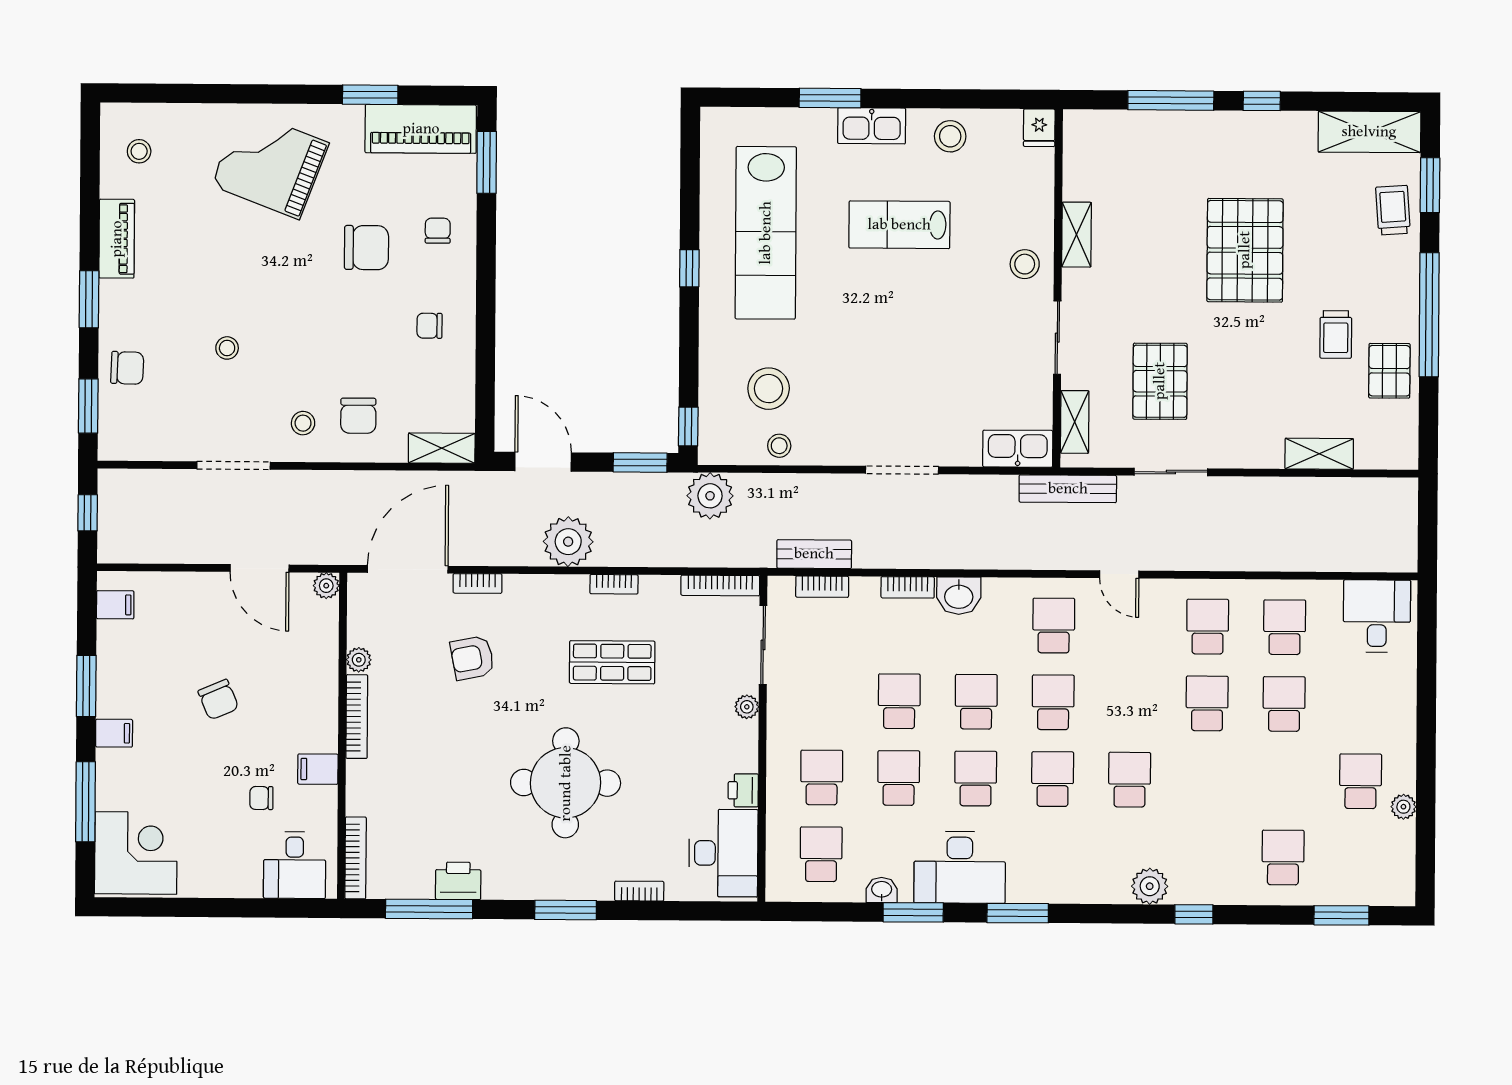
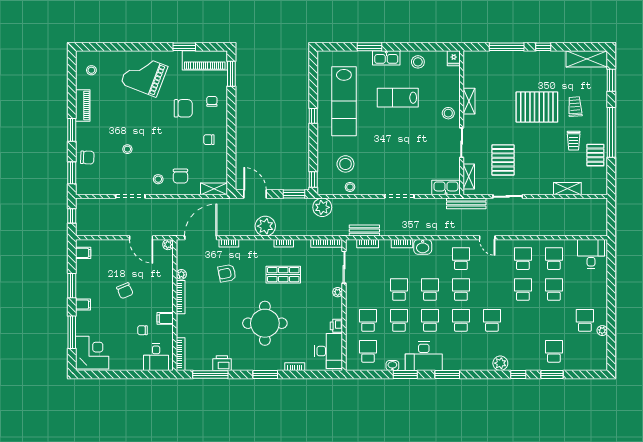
trolley: (1393, 210) -> (575, 107), moved
pallet: (1245, 250) -> (537, 107), turned 90
window: (1341, 915) -> (552, 374), moved

